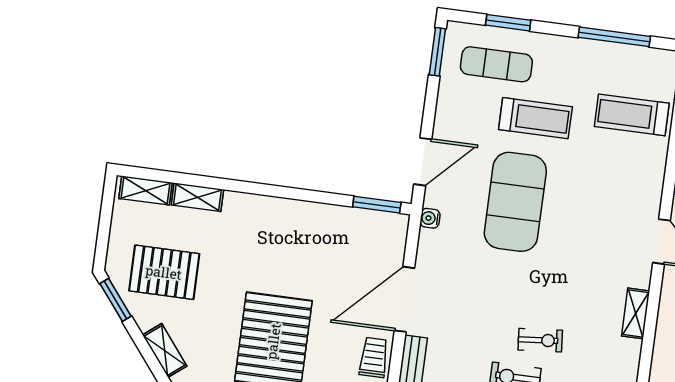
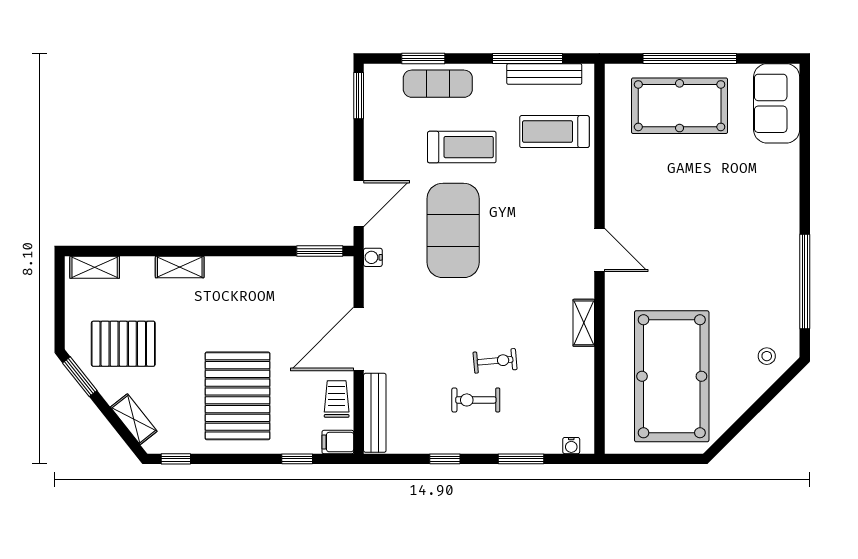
bench: (629, 55) -> (544, 74), added
exercise mat: (496, 64) -> (438, 84), moved
shelving: (197, 197) -> (180, 267), moved

